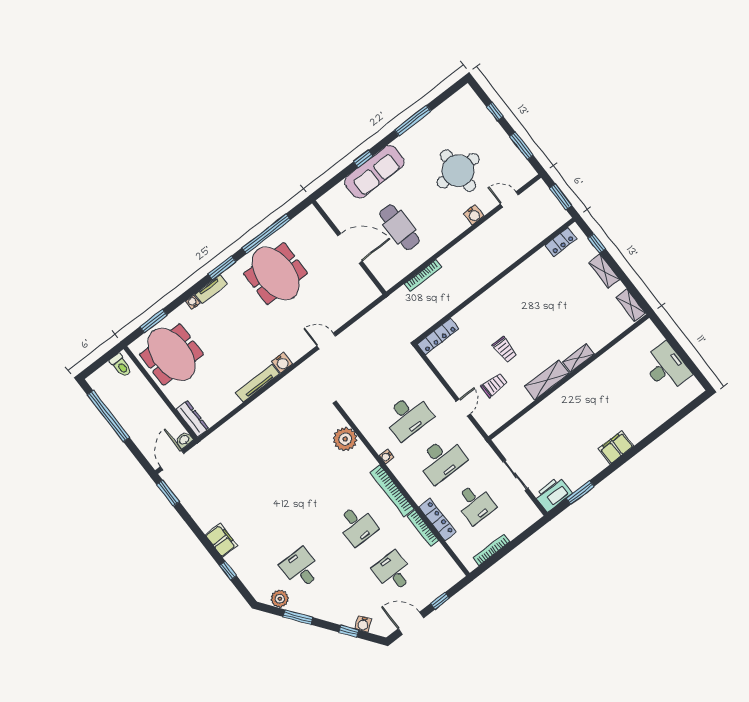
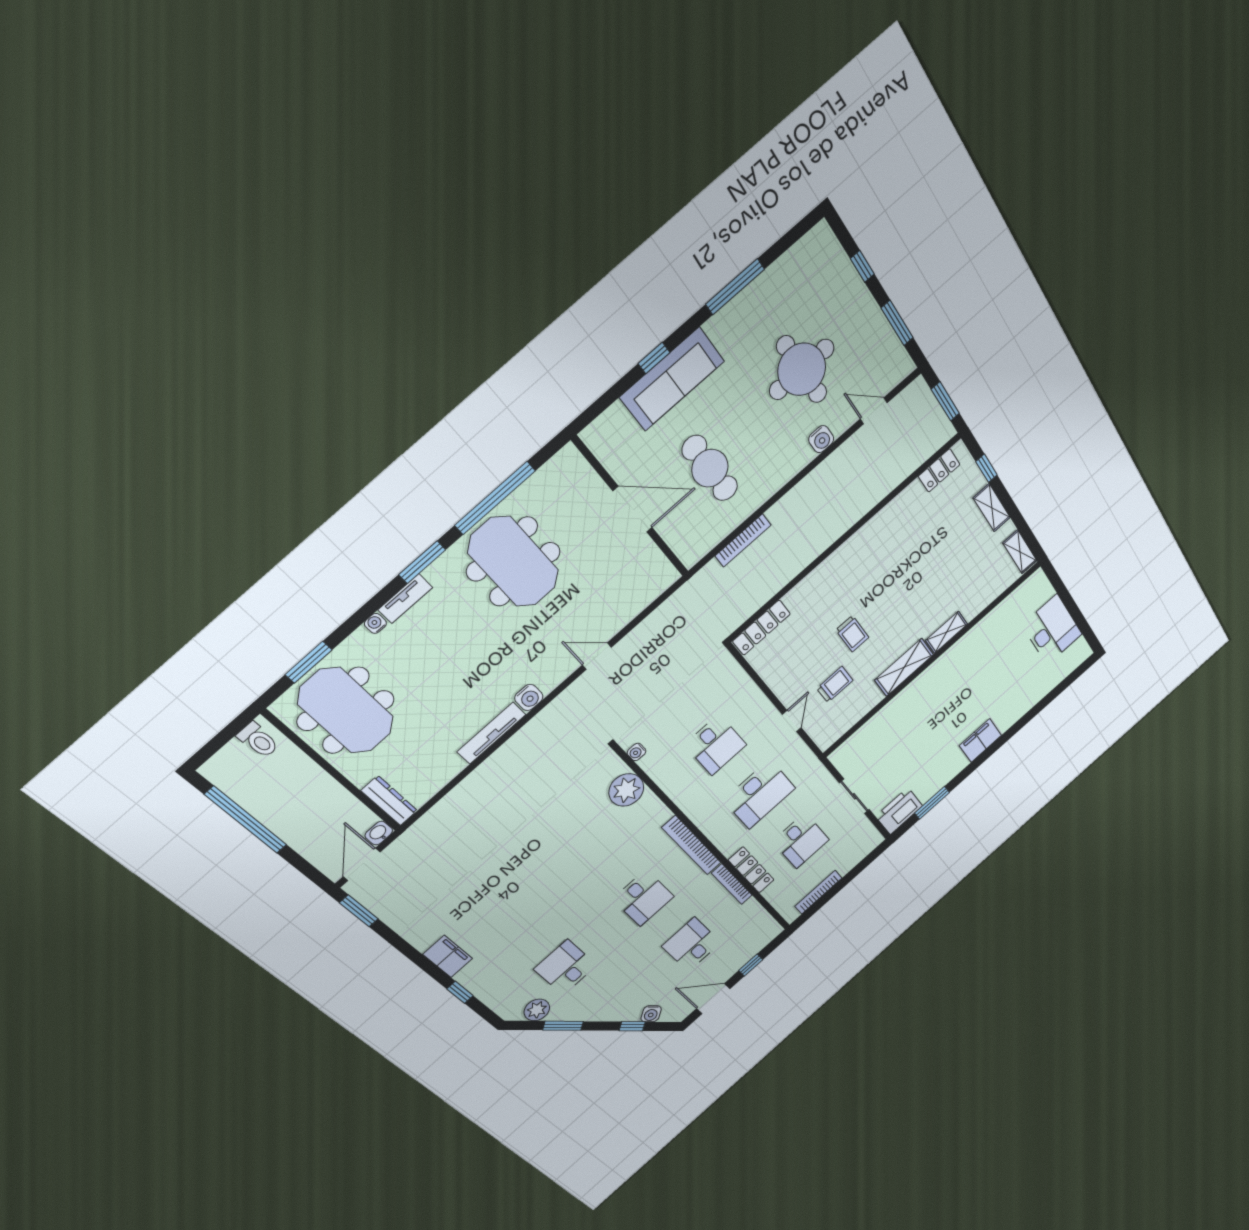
desk: (408, 416) -> (716, 745), width x0.73
water cooler: (386, 457) -> (637, 752), moved

